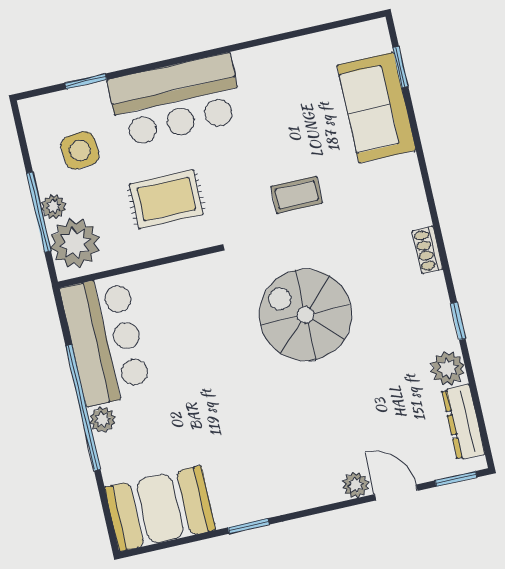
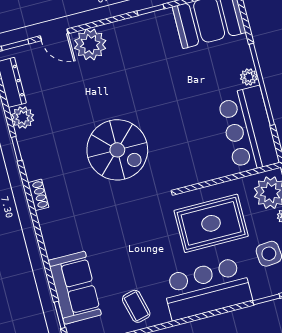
coffee table: (297, 195) -> (136, 306), moved, turned 76
rug: (166, 199) -> (211, 223), width x1.36, depth x1.43
plant: (356, 485) -> (90, 44), width x1.88, depth x1.88

